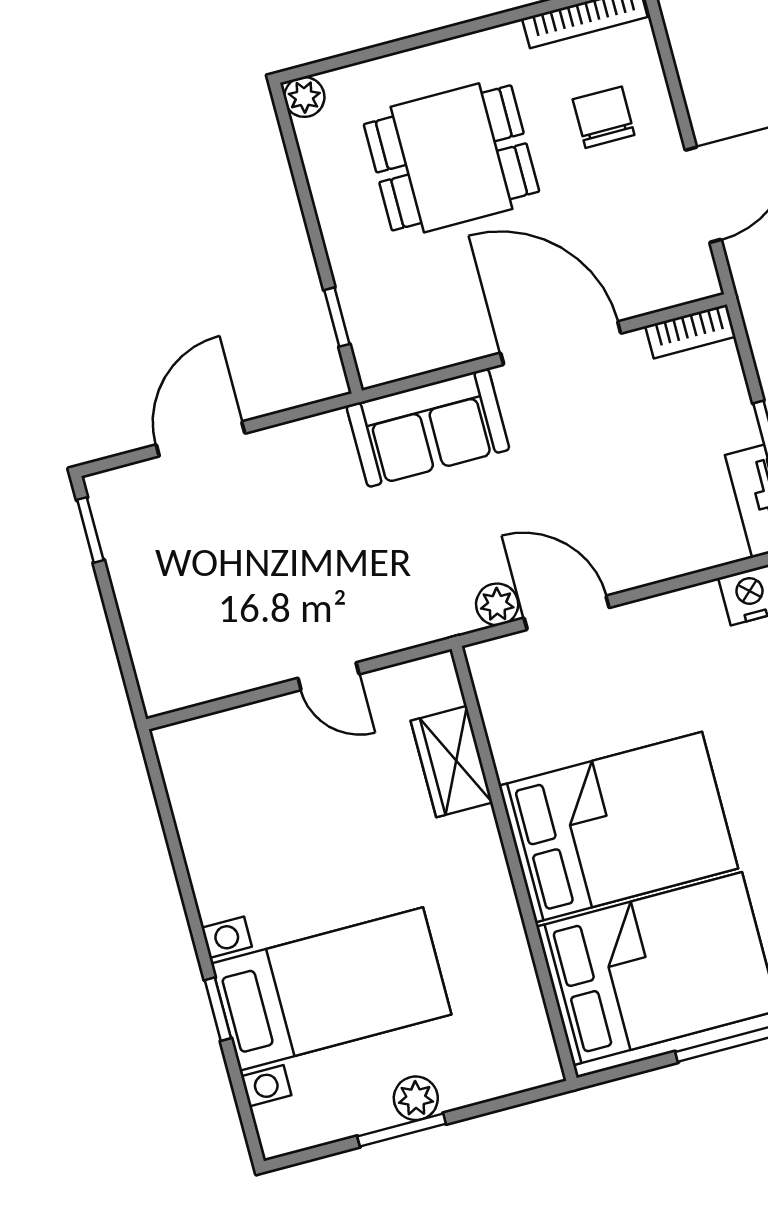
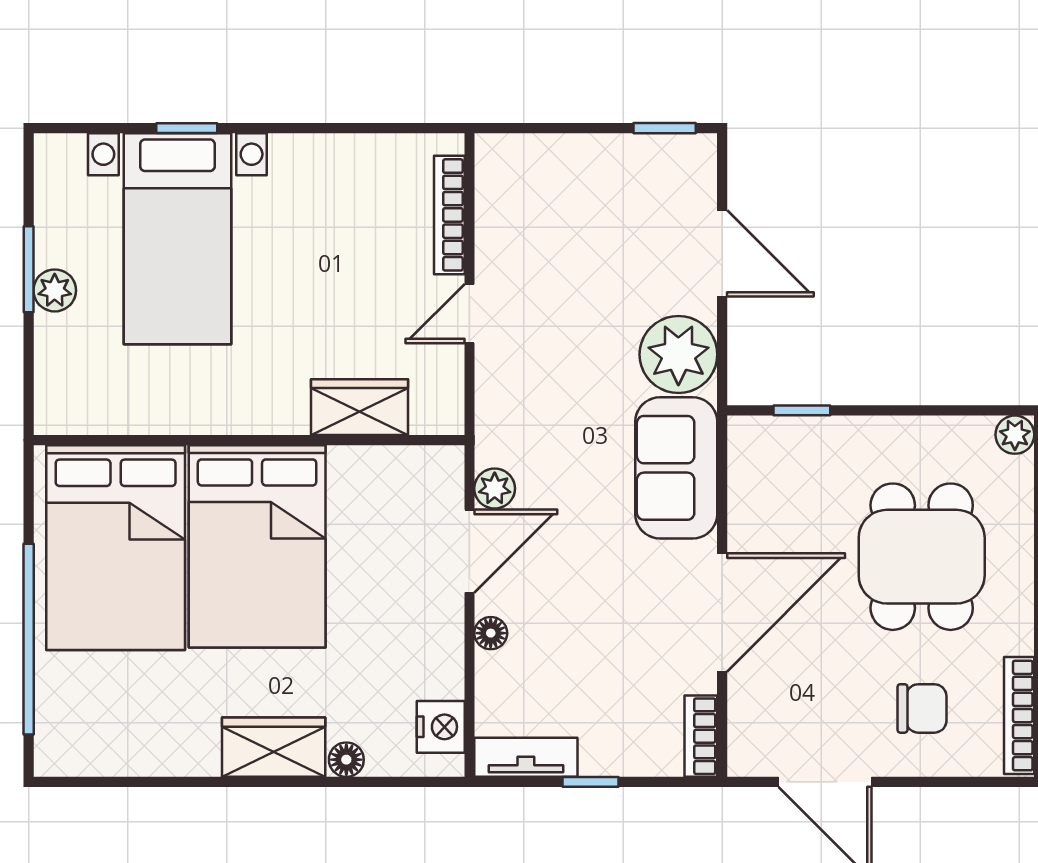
plant: (314, 456) -> (678, 354), added
floor lamp: (643, 570) -> (491, 633), added
bookcase: (235, 723) -> (449, 215), added

